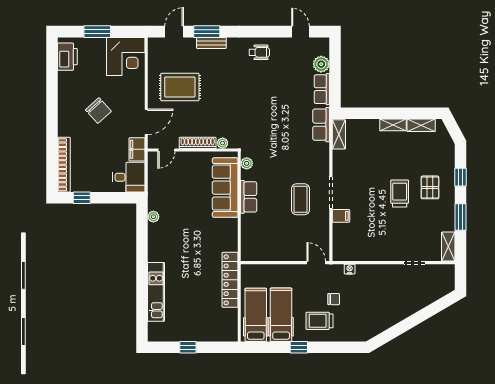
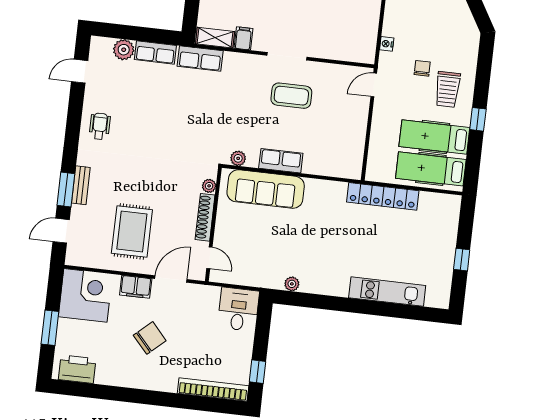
door: (174, 32) -> (61, 231), hinge flipped
door: (146, 122) -> (171, 279), hinge flipped
filing cabinet: (137, 149) -> (136, 287), moved
filing cabinet: (341, 216) -> (243, 38), moved

